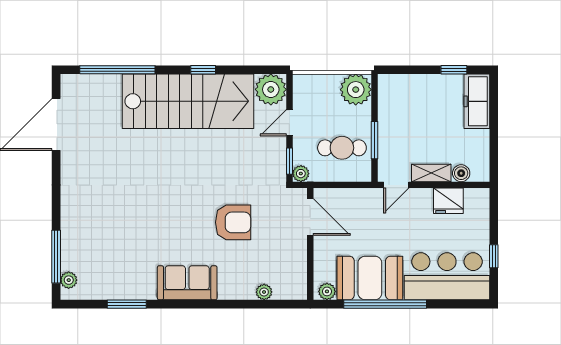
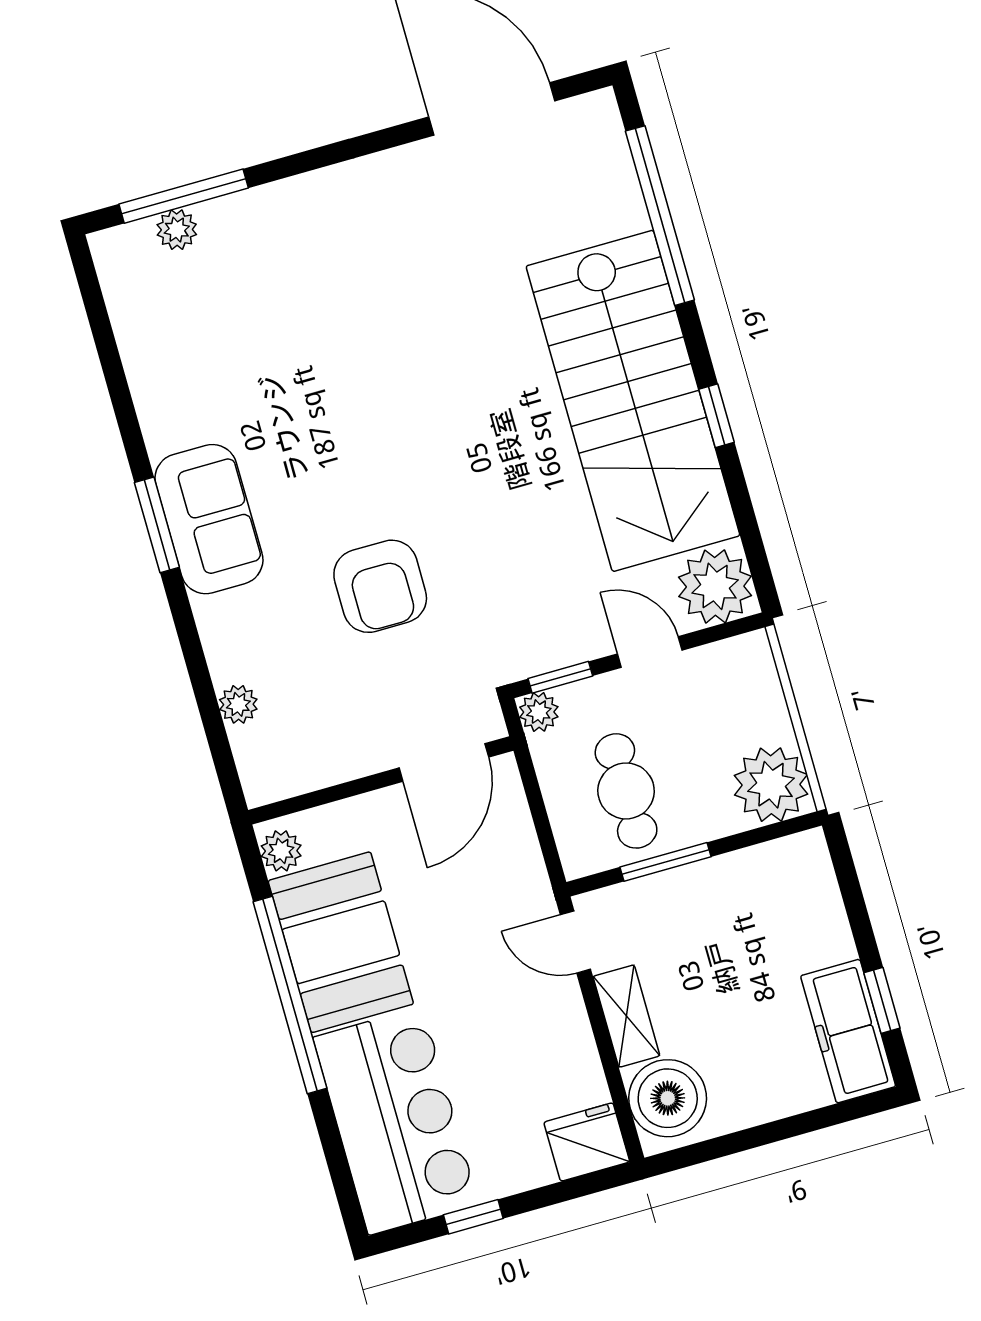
freezer: (477, 101) -> (848, 1031), moved, turned -90
boiler: (461, 173) -> (668, 1098), width x1.86, depth x1.86
fridge: (448, 201) -> (587, 1142), moved, turned 90
plant: (69, 280) -> (177, 230), moved
window: (127, 304) -> (157, 525), moved

